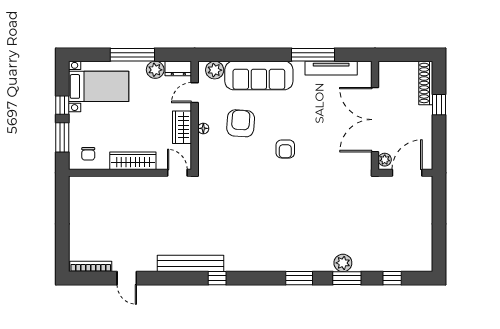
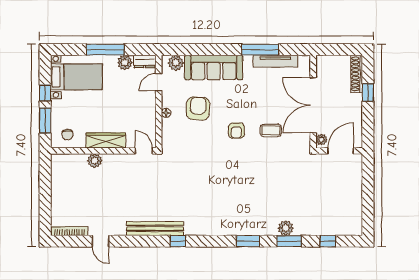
wardrobe: (182, 127) -> (148, 112), removed
coffee table: (326, 149) -> (271, 130), added
plant: (120, 184) -> (95, 161), added

